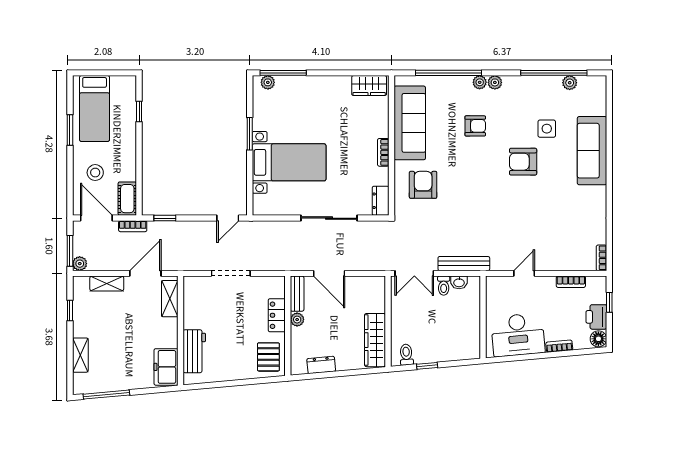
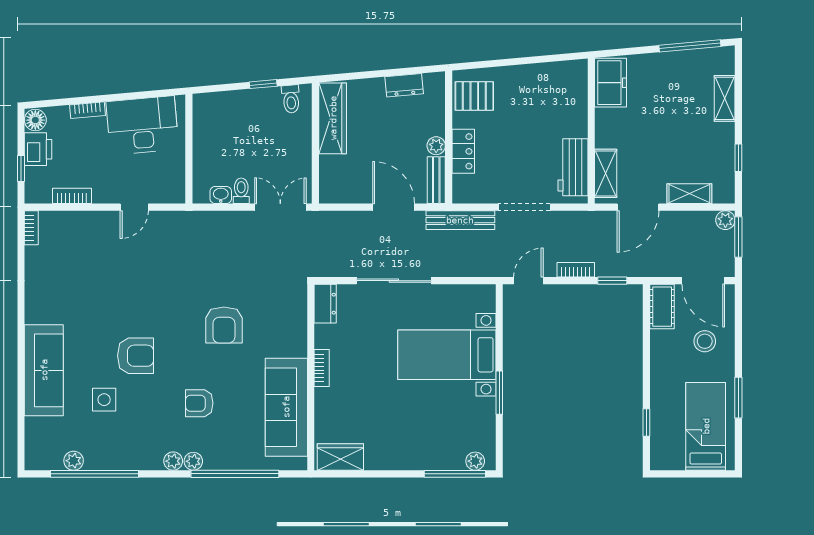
armchair: (423, 185) -> (224, 325), moved
bookcase: (133, 226) -> (576, 270), moved
bench: (464, 264) -> (460, 220), moved
workbench: (194, 351) -> (573, 167), moved
pallet: (268, 357) -> (474, 96), turned 90

